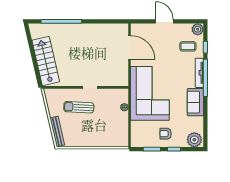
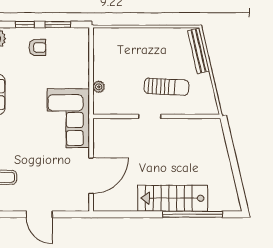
door: (130, 48) -> (91, 176), swing flipped
stairs: (46, 61) -> (173, 198), moved, turned 103
corner sofa: (150, 93) -> (68, 118), width x0.73, depth x0.74

